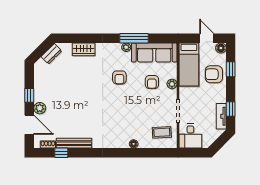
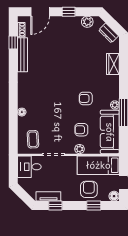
plant: (40, 108) -> (87, 22), moved

